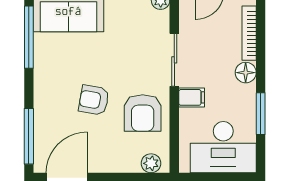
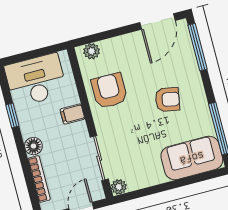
sliding door: (174, 60) -> (99, 158), moved
armchair: (94, 100) -> (167, 100), moved
window: (261, 114) -> (12, 116), width x0.67

